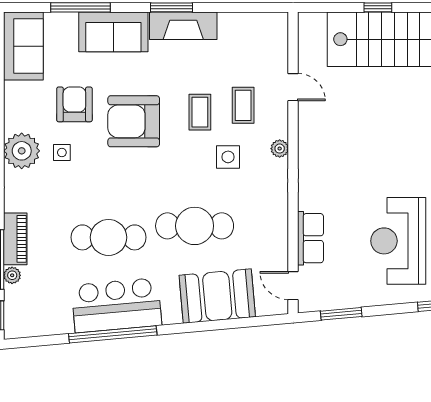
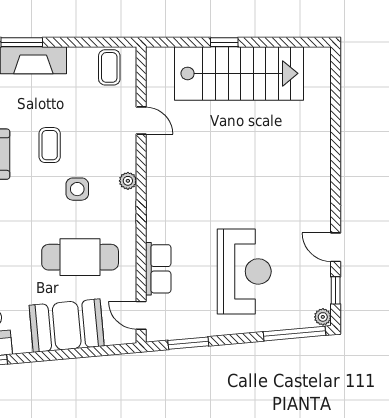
coffee table: (243, 105) -> (109, 67), moved
cafe table: (195, 226) -> (80, 257), moved
reception desk: (398, 241) -> (244, 271), turned 180

